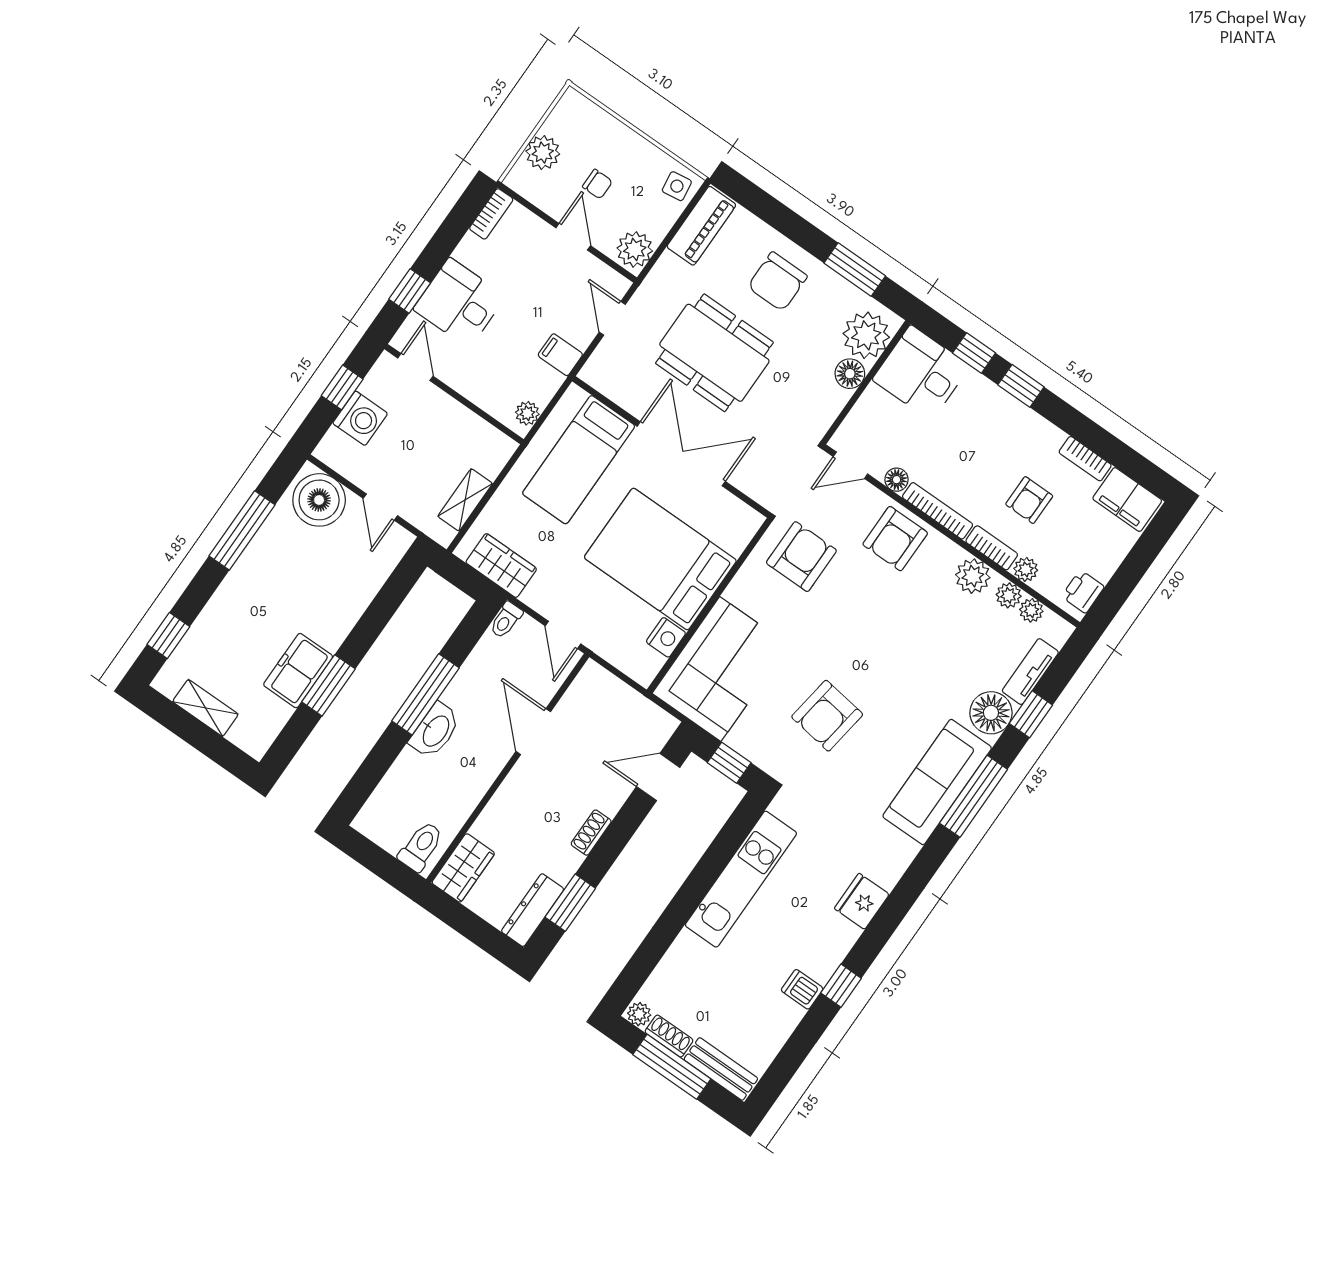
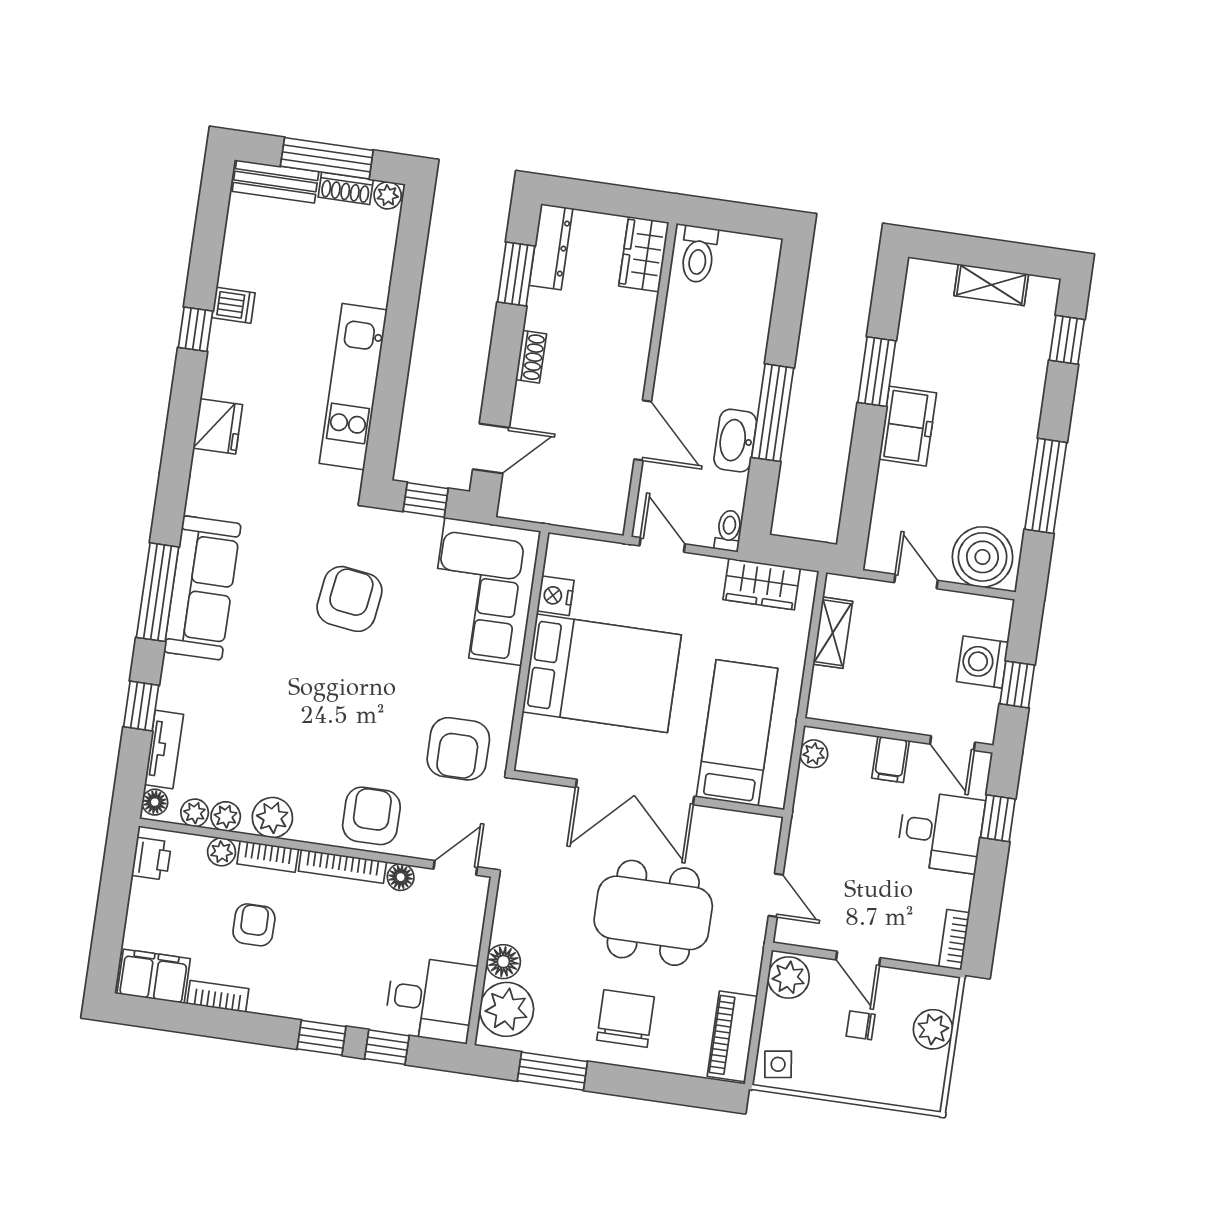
filing cabinet: (560, 355) -> (891, 759), moved, turned 90
freezer: (298, 671) -> (908, 426), moved
floor lamp: (991, 713) -> (155, 802), moved, width x0.53, depth x0.53
washbasin: (435, 731) -> (735, 441), moved

